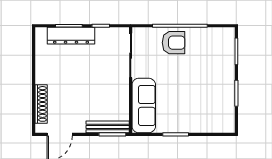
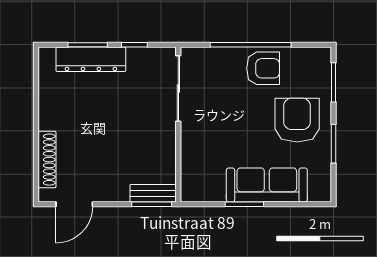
armchair: (174, 43) -> (263, 68), moved
armchair: (211, 77) -> (297, 120), added
sofa: (144, 105) -> (267, 185), moved, turned -90
bench: (108, 127) -> (153, 193), width x0.73

